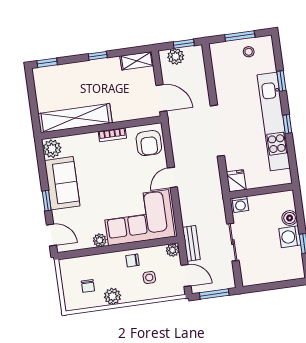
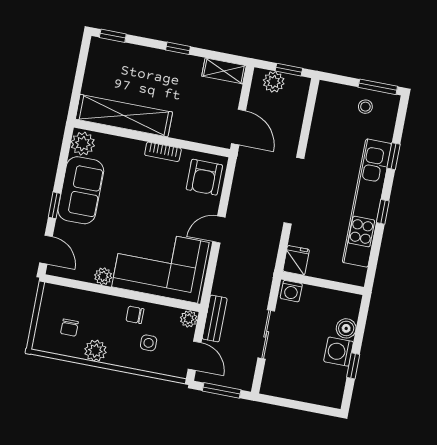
window: (240, 36) -> (378, 87), moved

